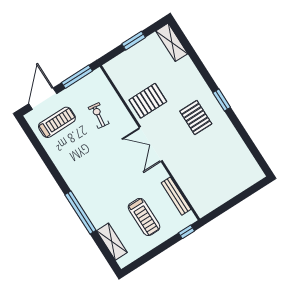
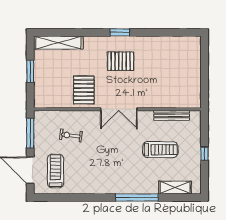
shelving: (172, 42) -> (58, 43), width x1.47
treadmill: (144, 217) -> (160, 150), moved
window: (187, 232) -> (204, 154), moved

